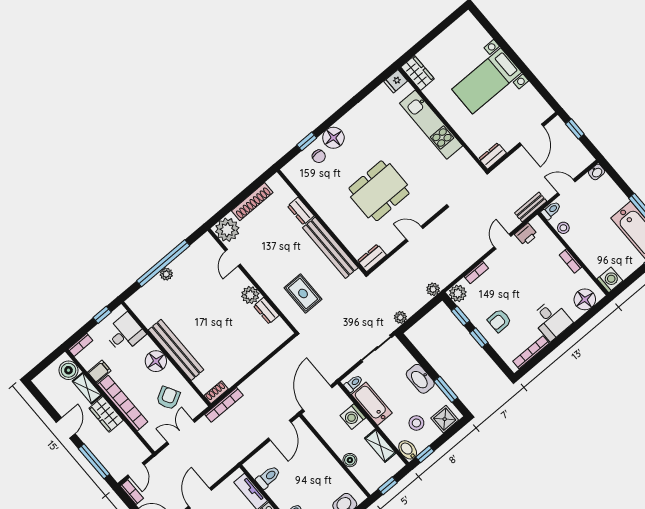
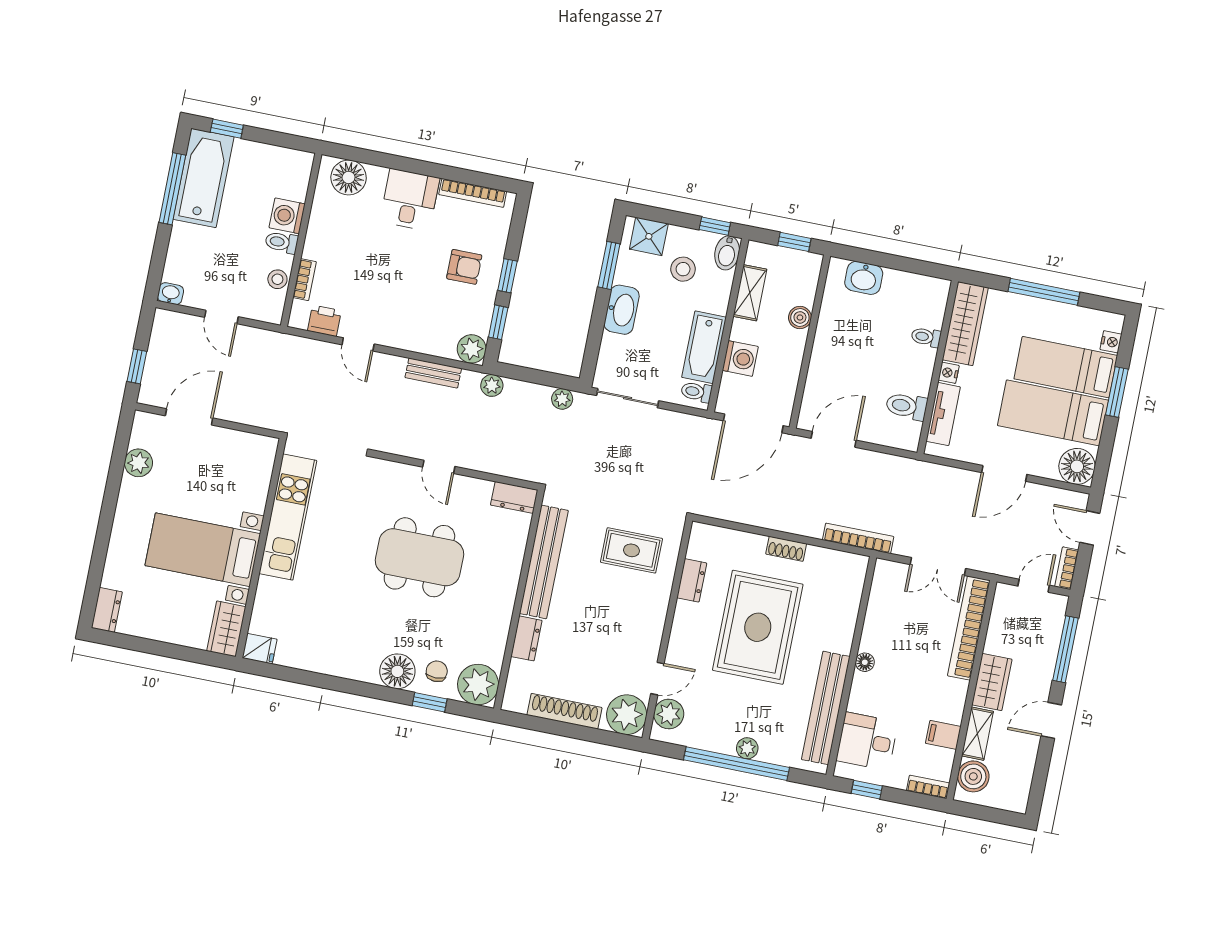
bed with nightstands: (487, 81) -> (203, 550), moved, turned 180
plant: (529, 94) -> (138, 463), added
kitchen unit: (431, 125) -> (288, 517), moved
dresser: (493, 156) -> (107, 610), moved, turned -90
plant: (297, 171) -> (478, 685), added
bench: (531, 207) -> (433, 373), moved
toilet: (551, 210) -> (282, 242), moved
door: (502, 242) -> (358, 344), hinge flipped
bookcase: (570, 261) -> (305, 280), moved
bookcase: (476, 272) -> (425, 346), removed
washing machine: (610, 280) -> (287, 216), moved
rug: (303, 293) -> (631, 550), turned 90
plant: (250, 295) -> (669, 714), moved
rug: (219, 324) -> (758, 627), added
bench: (176, 350) -> (826, 708), moved
floor lamp: (156, 361) -> (865, 662), width x0.53, depth x0.53
shoe rack: (216, 392) -> (786, 549), moved
armchair: (168, 398) -> (906, 618), removed
bookcase: (123, 403) -> (969, 628), moved

